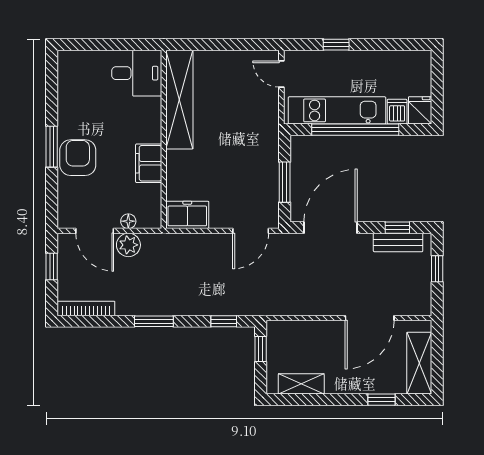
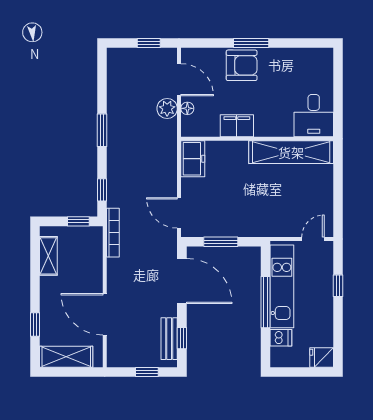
fridge: (420, 110) -> (322, 357), moved, turned 180
window: (355, 130) -> (266, 302), width x0.68
door: (95, 231) -> (179, 80), swing flipped
bookcase: (86, 308) -> (113, 233), moved

